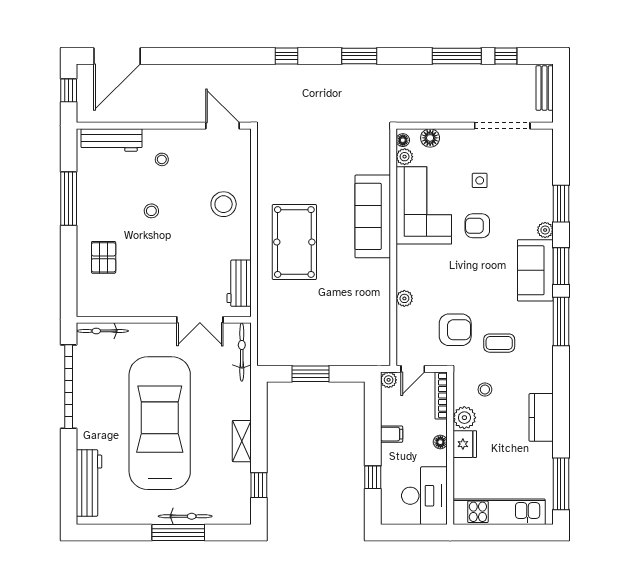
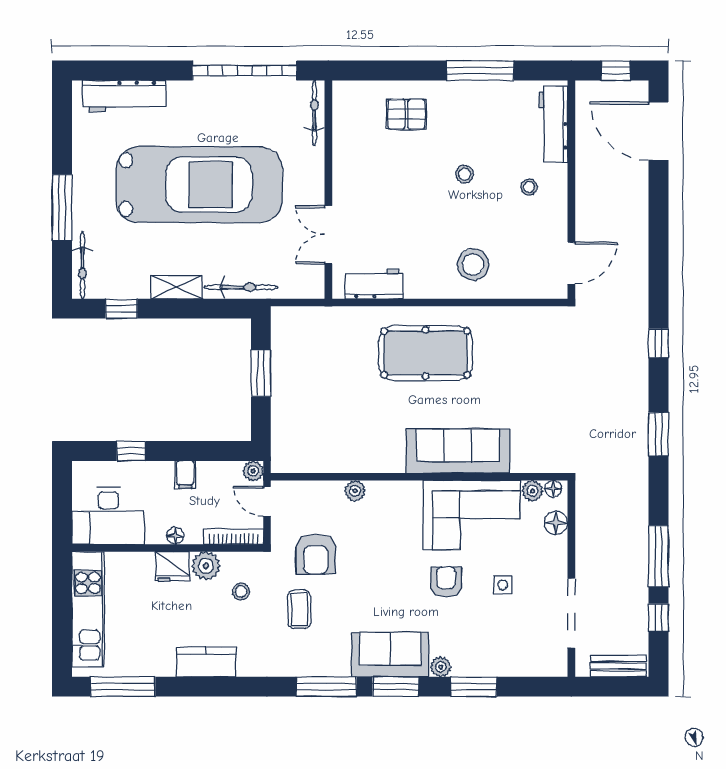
bicycle: (242, 352) -> (241, 287), moved
bicycle: (185, 516) -> (82, 265), moved

